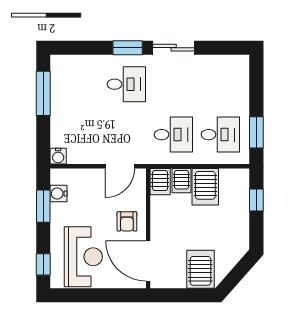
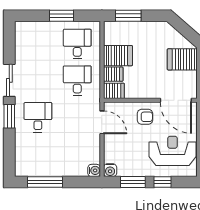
window: (256, 132) -> (62, 16), moved
water cooler: (58, 194) -> (110, 170), moved
window: (256, 200) -> (128, 16), width x1.50
door: (148, 261) -> (176, 100), hinge flipped
window: (43, 264) -> (162, 182), moved

